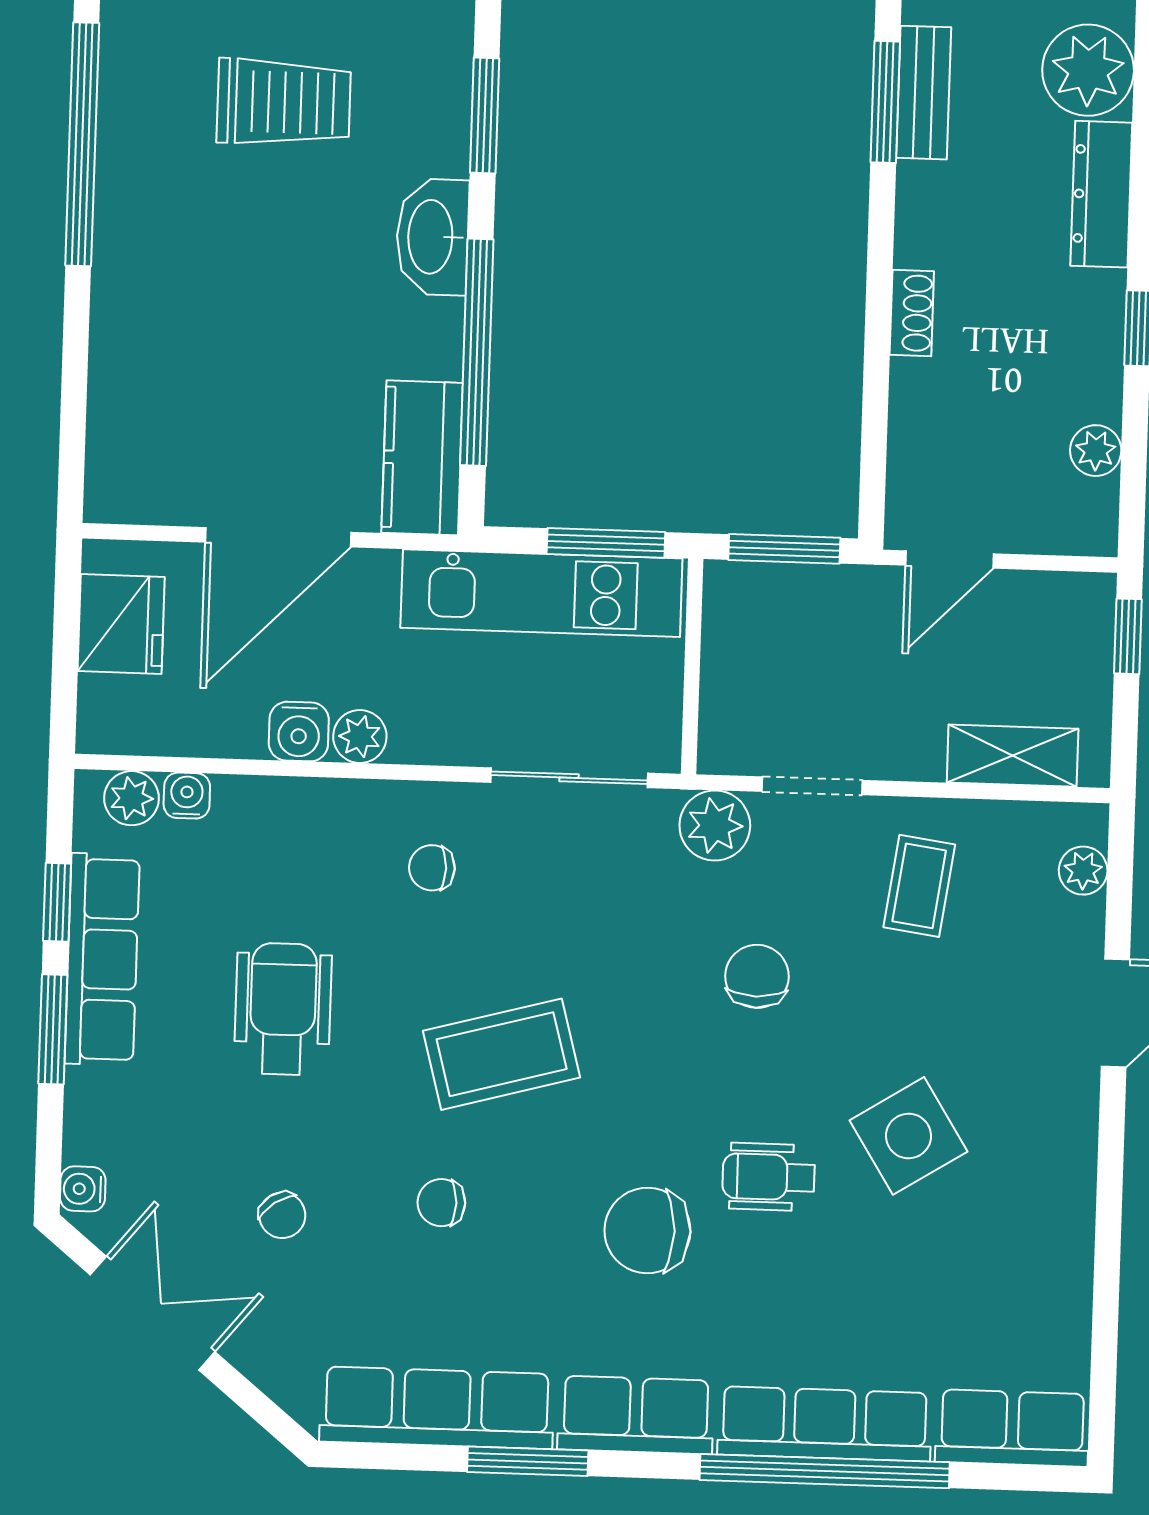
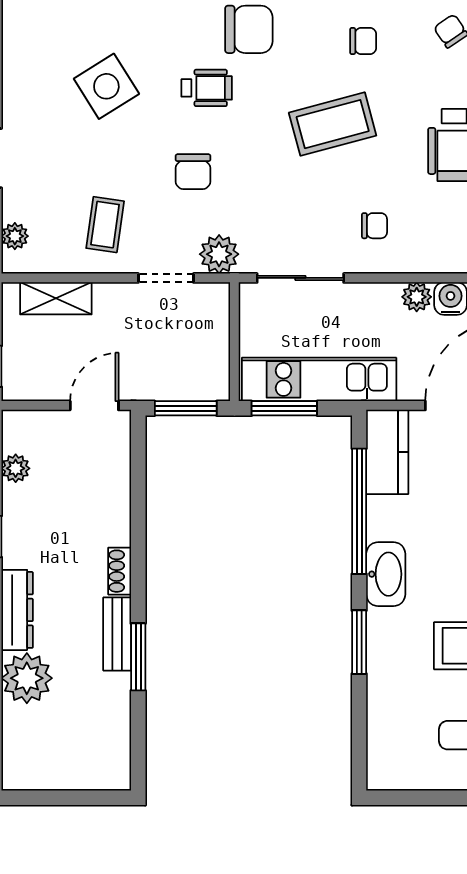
bench: (924, 93) -> (117, 634), moved
shoe rack: (912, 313) -> (120, 571), moved
wheelchair: (769, 1177) -> (207, 88), moved

